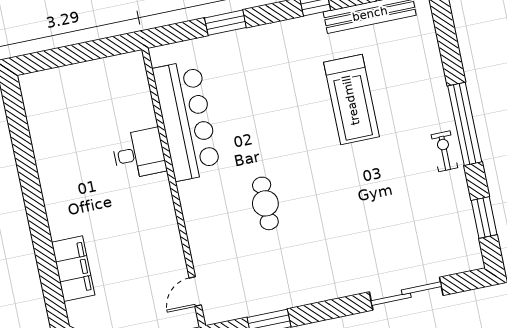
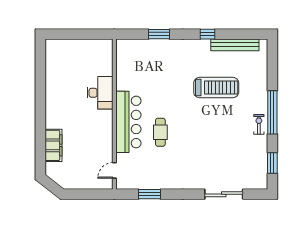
treadmill: (351, 100) -> (216, 88), turned -90
bar counter: (187, 120) -> (128, 122), moved
desk: (139, 154) -> (100, 93), width x1.37

